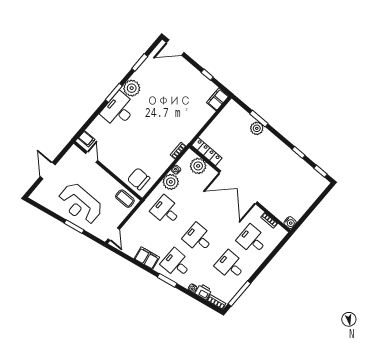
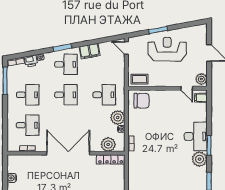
plant: (73, 154) -> (201, 79), added
water cooler: (290, 223) -> (12, 178), moved

